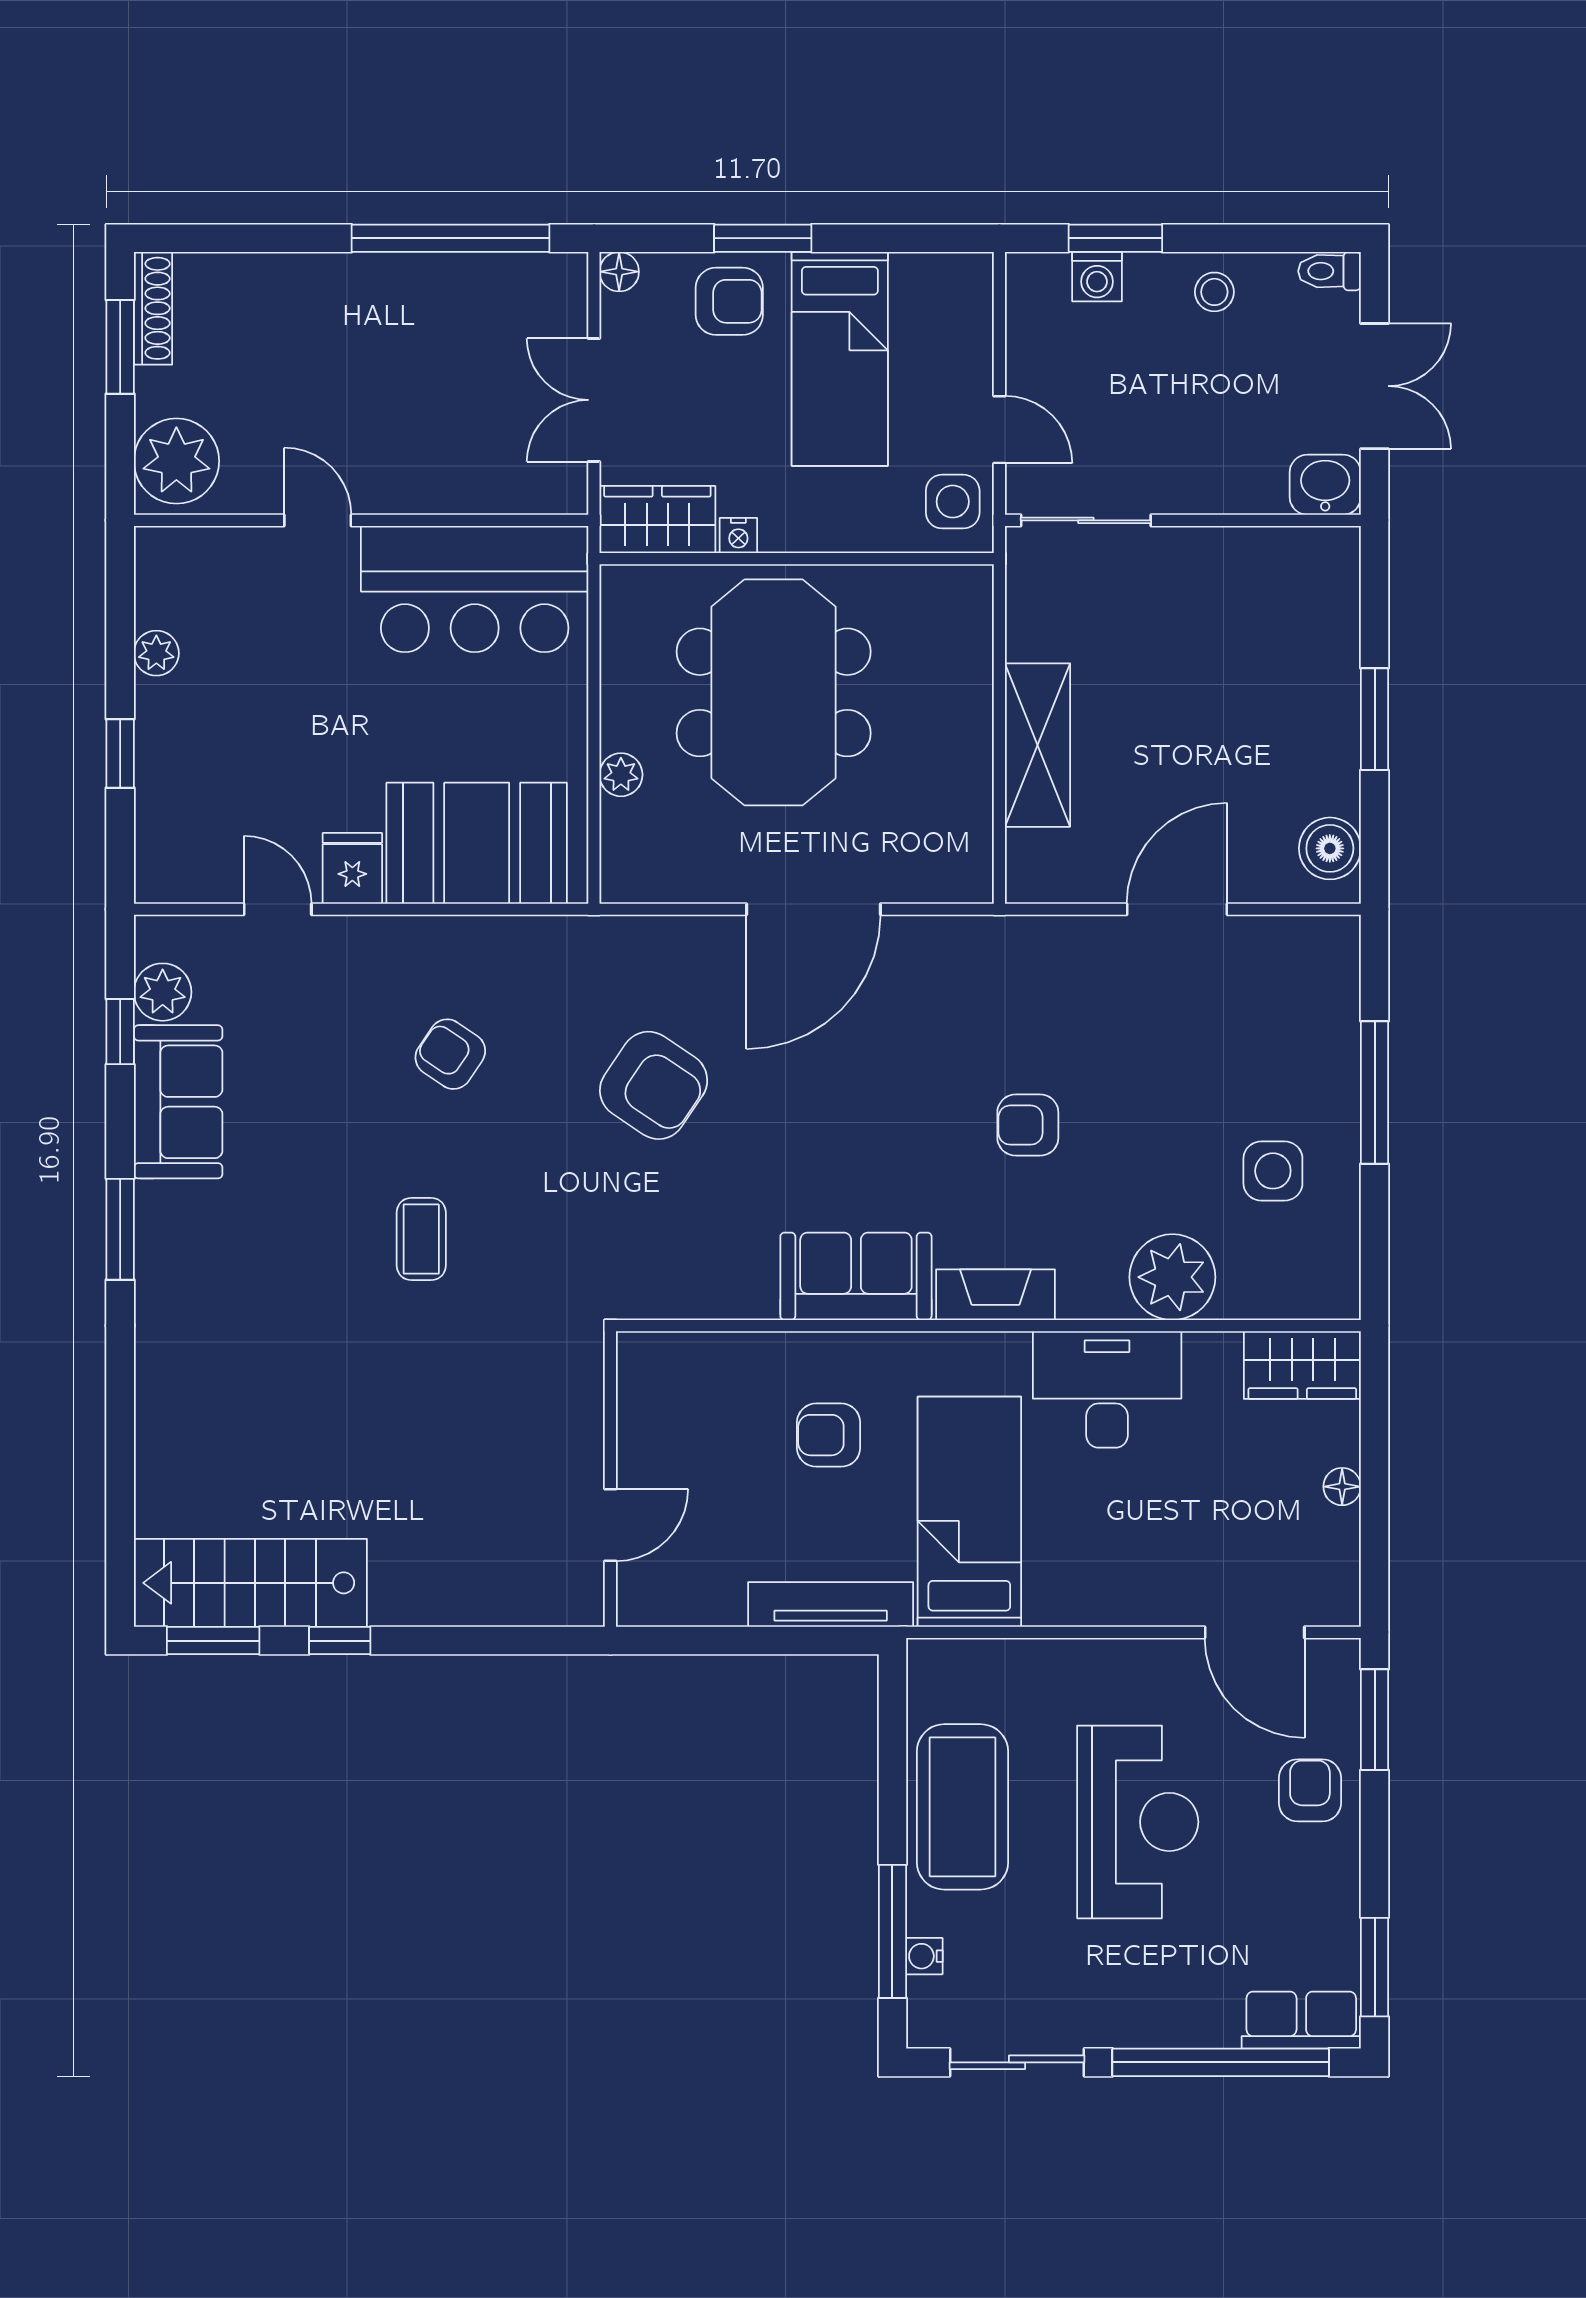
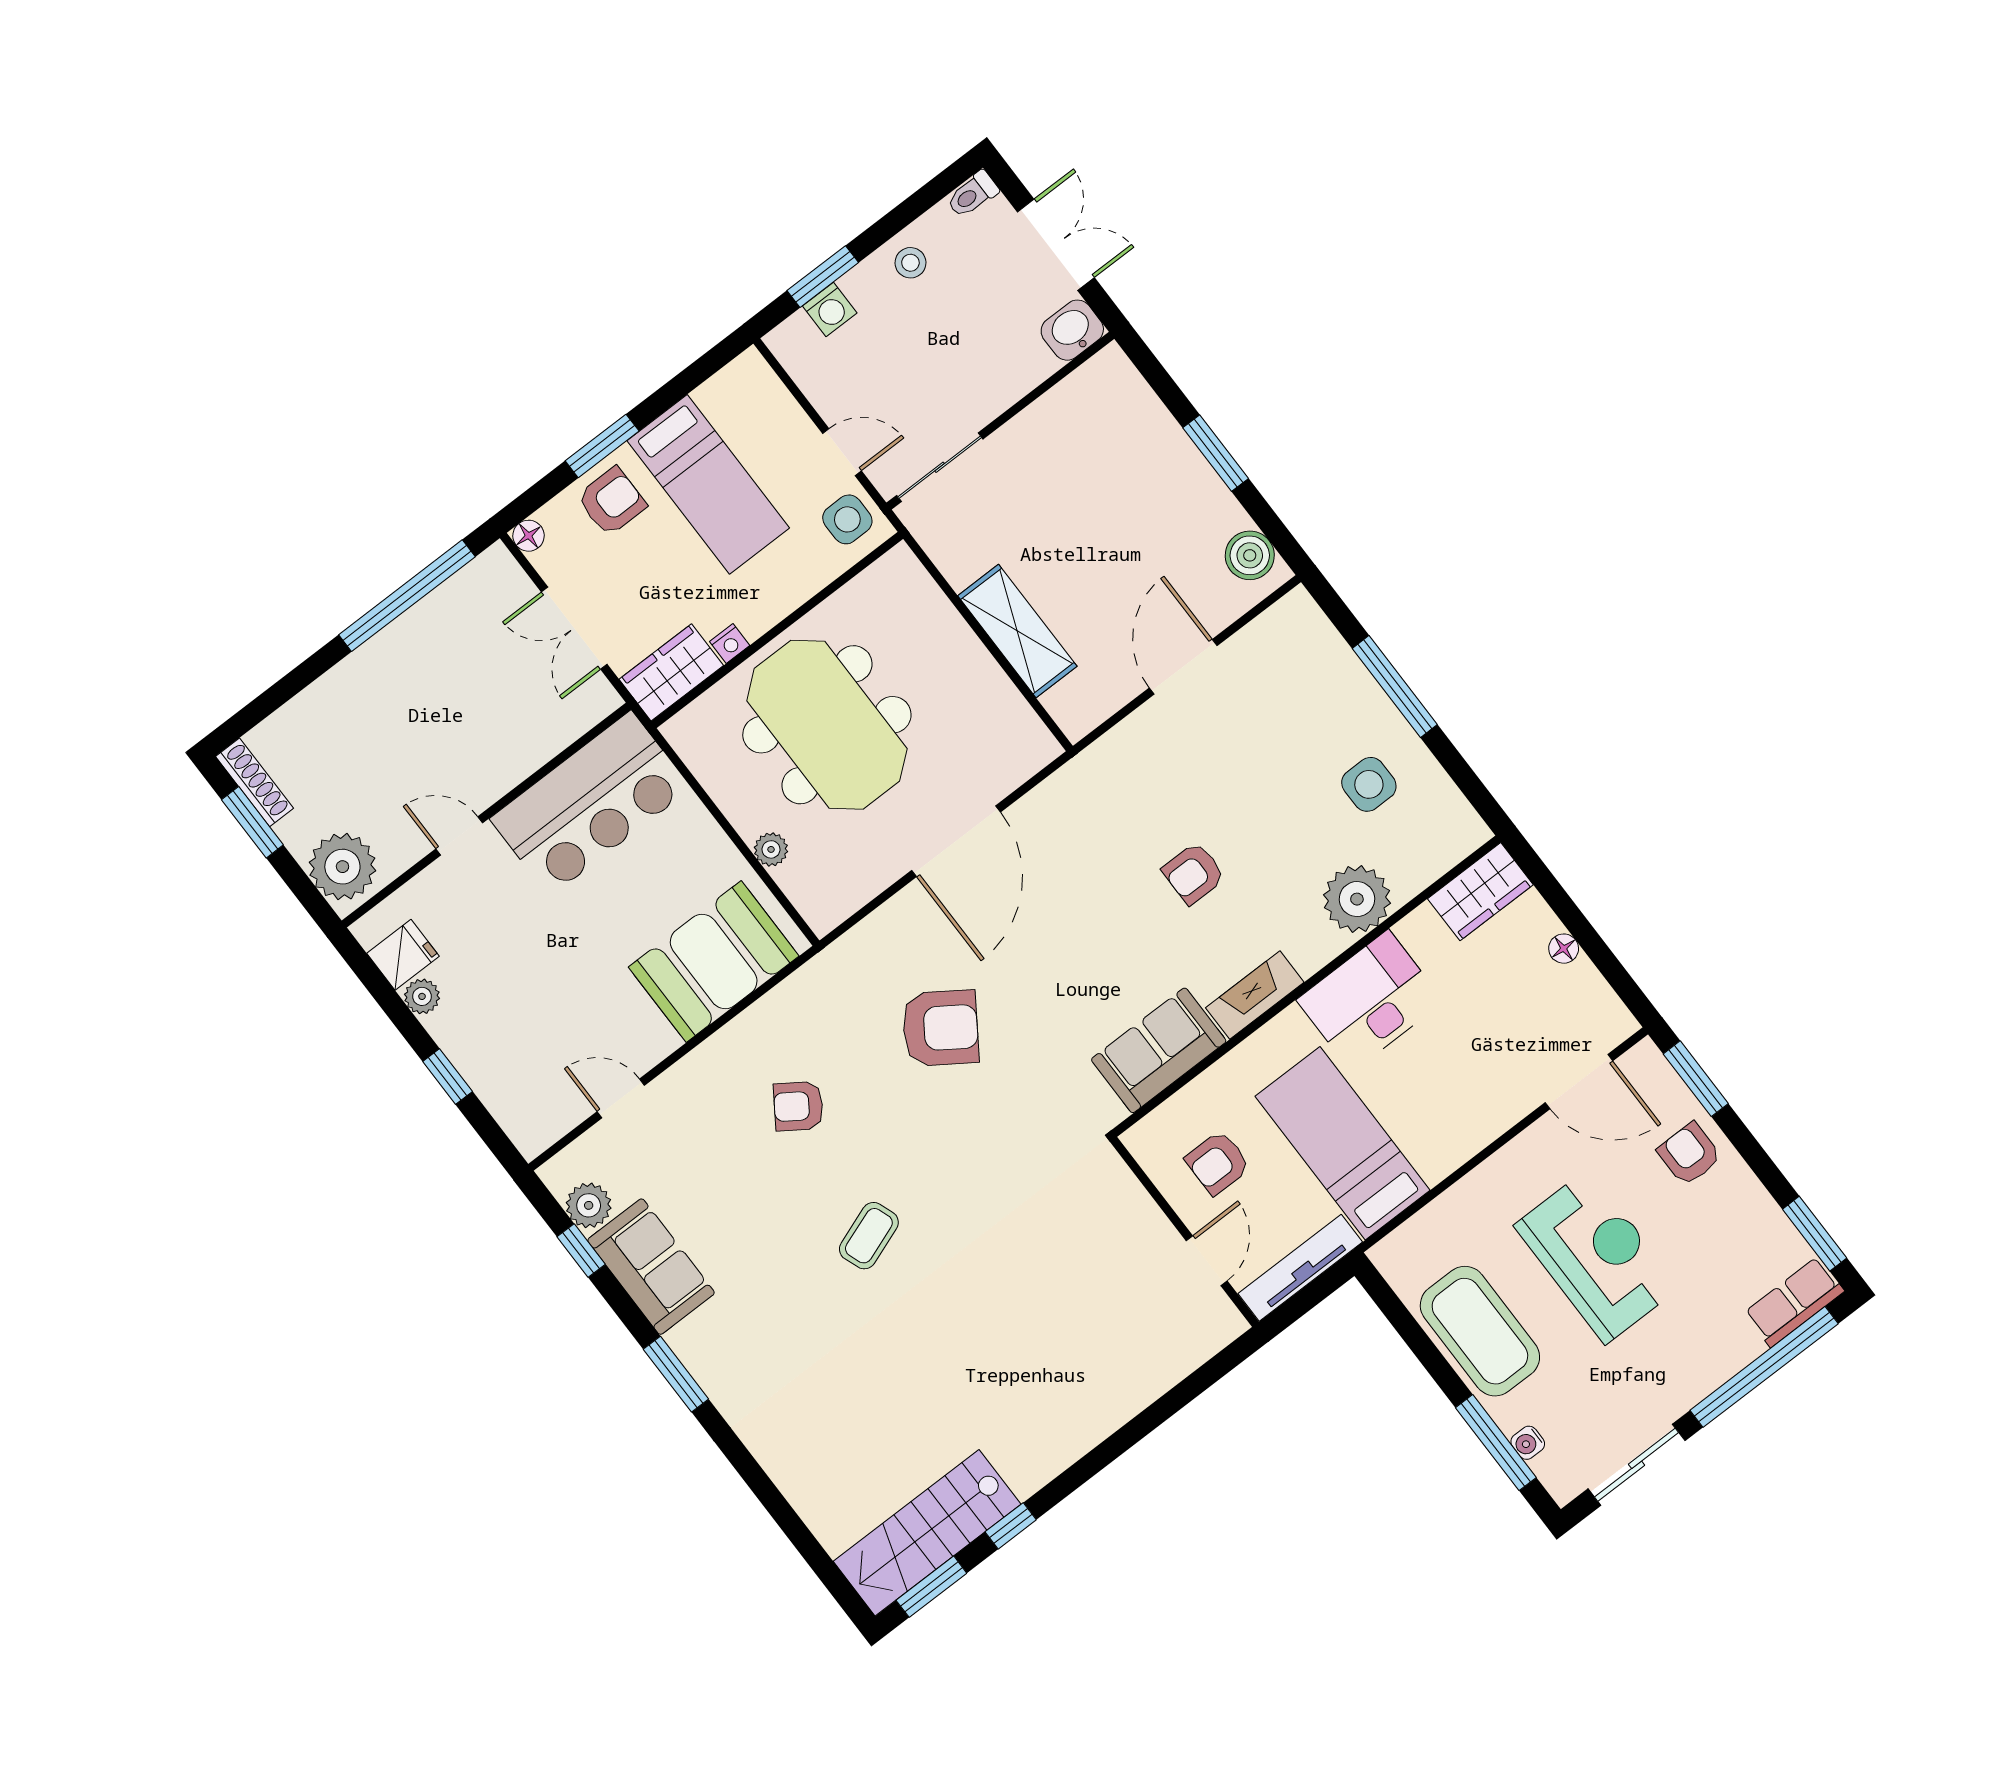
fridge: (352, 868) -> (403, 955), moved, turned 90
coffee table: (421, 1239) -> (869, 1236), turned 70
wall: (610, 1479) -> (1185, 1232), moved
door: (610, 1525) -> (1207, 1261), moved

